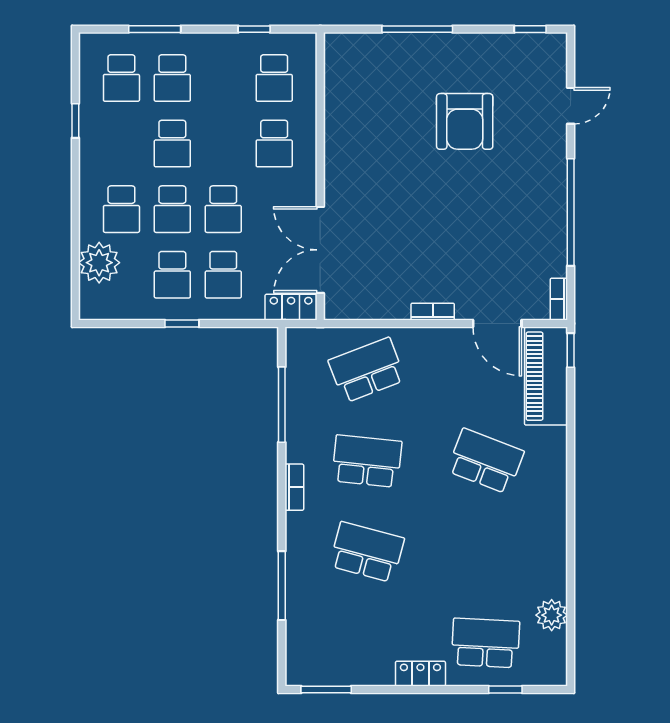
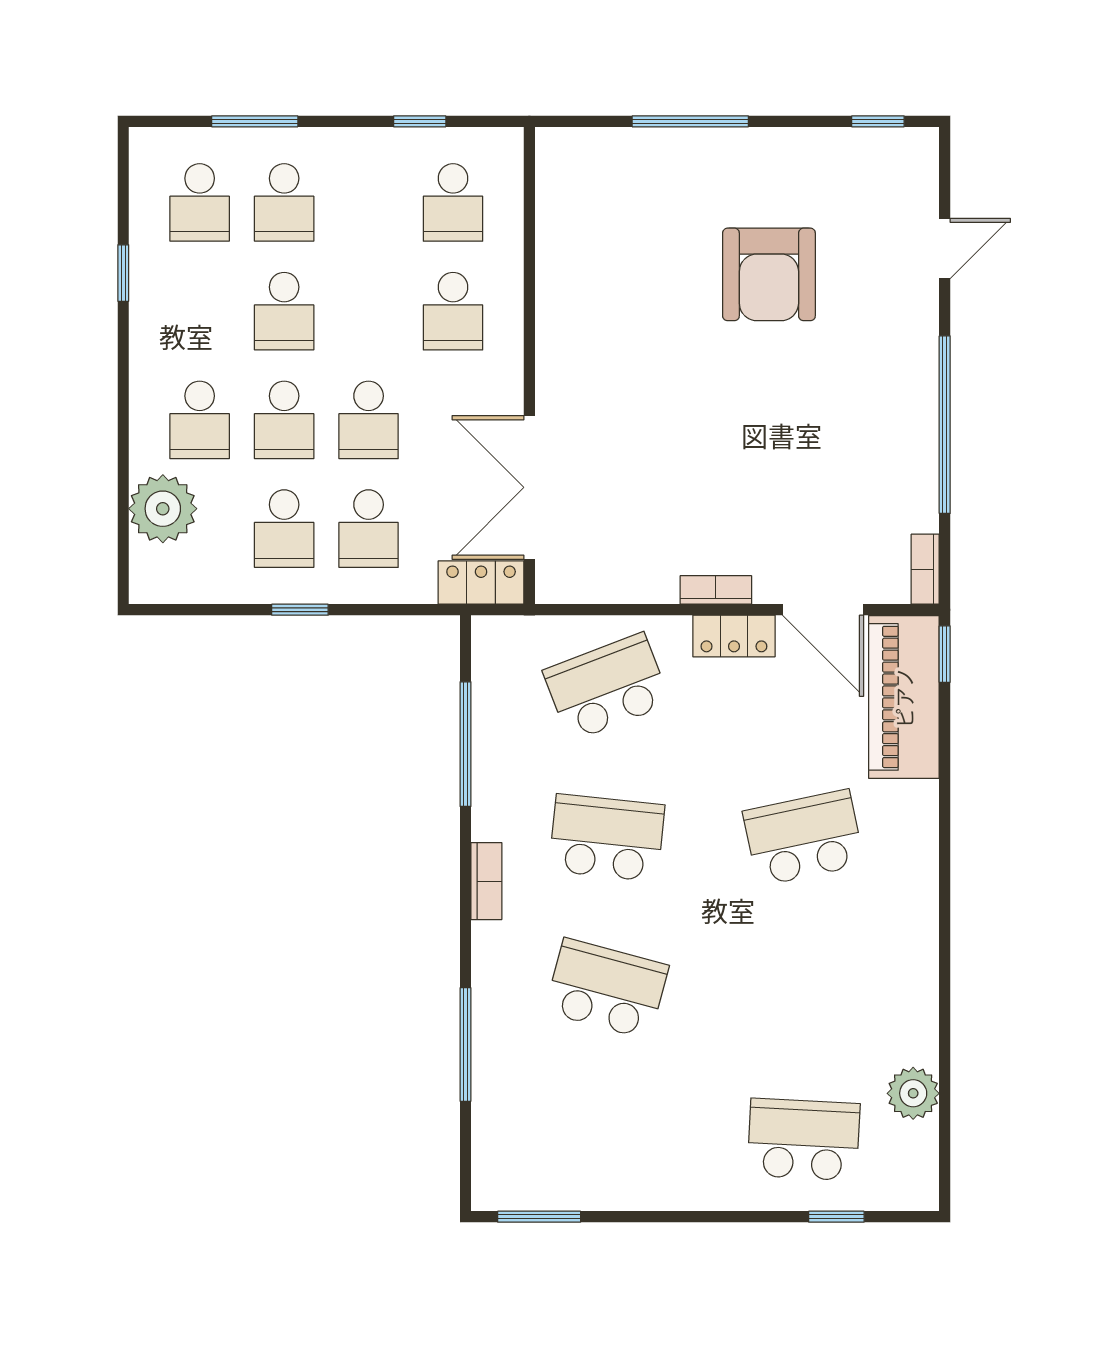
school desk: (486, 461) -> (804, 838), turned -33
locker: (420, 674) -> (734, 636), moved, turned 180

